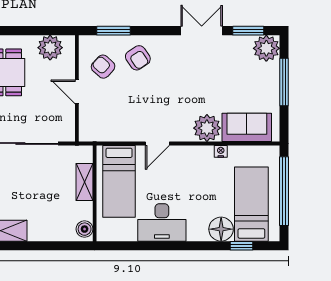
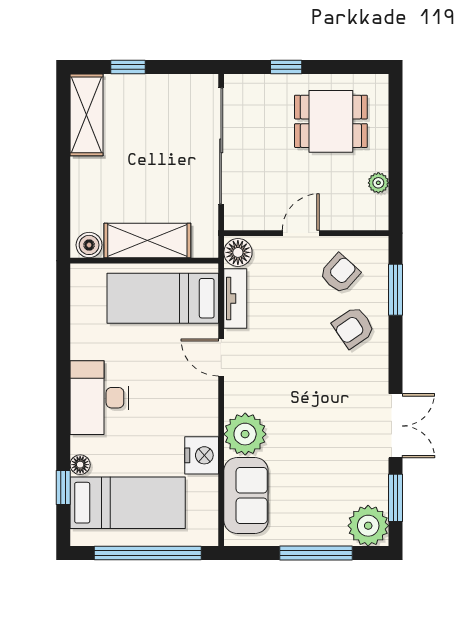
plant: (50, 48) -> (378, 183), width x0.53, depth x0.53
floor lamp: (89, 133) -> (238, 252), added
tv unit: (119, 134) -> (235, 299), added
nightstand: (221, 151) -> (202, 455), width x1.89, depth x1.79
shelving: (84, 182) -> (147, 241), width x1.50, depth x1.33
desk: (162, 222) -> (99, 398), moved
floor lamp: (221, 229) -> (80, 465), width x0.53, depth x0.53

